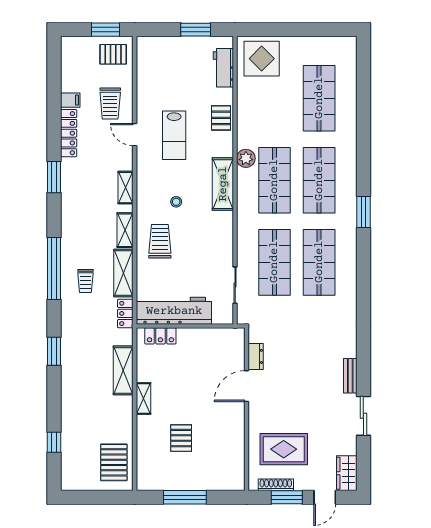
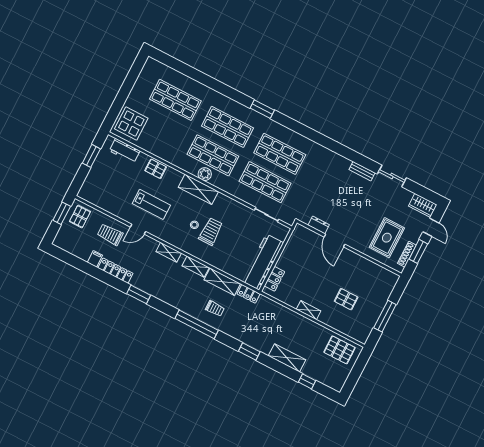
trolley: (110, 103) -> (110, 234), turned 180
plant: (246, 158) -> (205, 174), moved
trolley: (160, 241) -> (211, 231), moved, turned 90
shelving: (123, 370) -> (287, 358), moved

